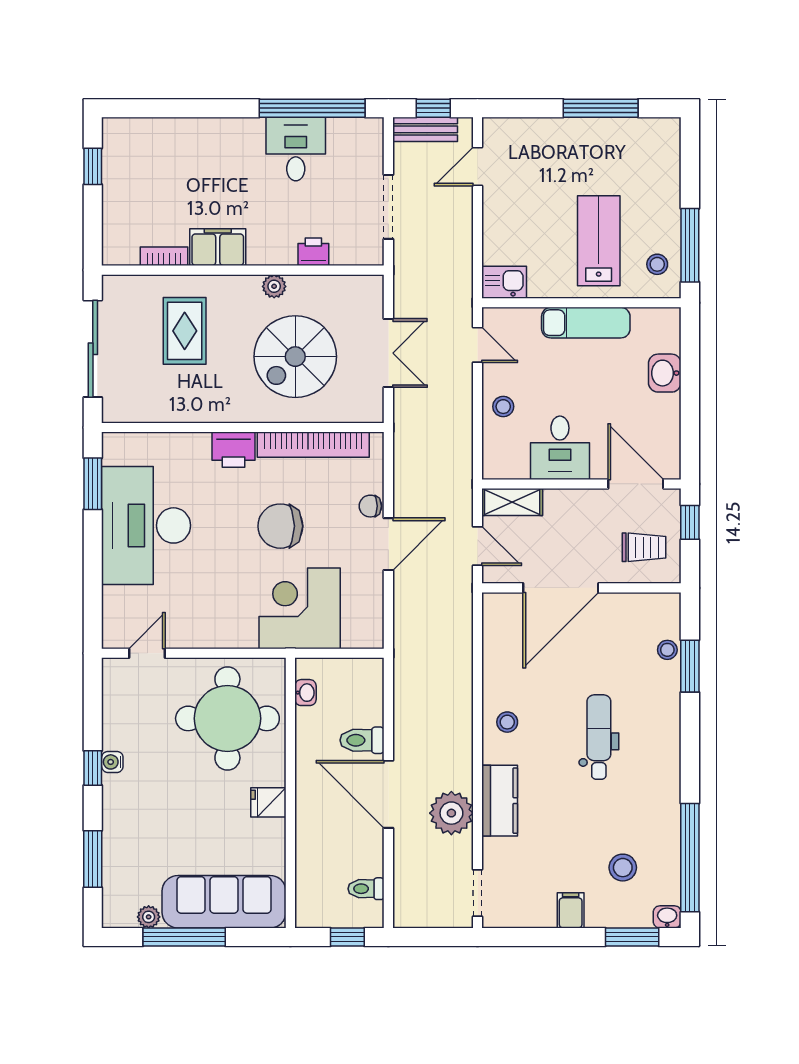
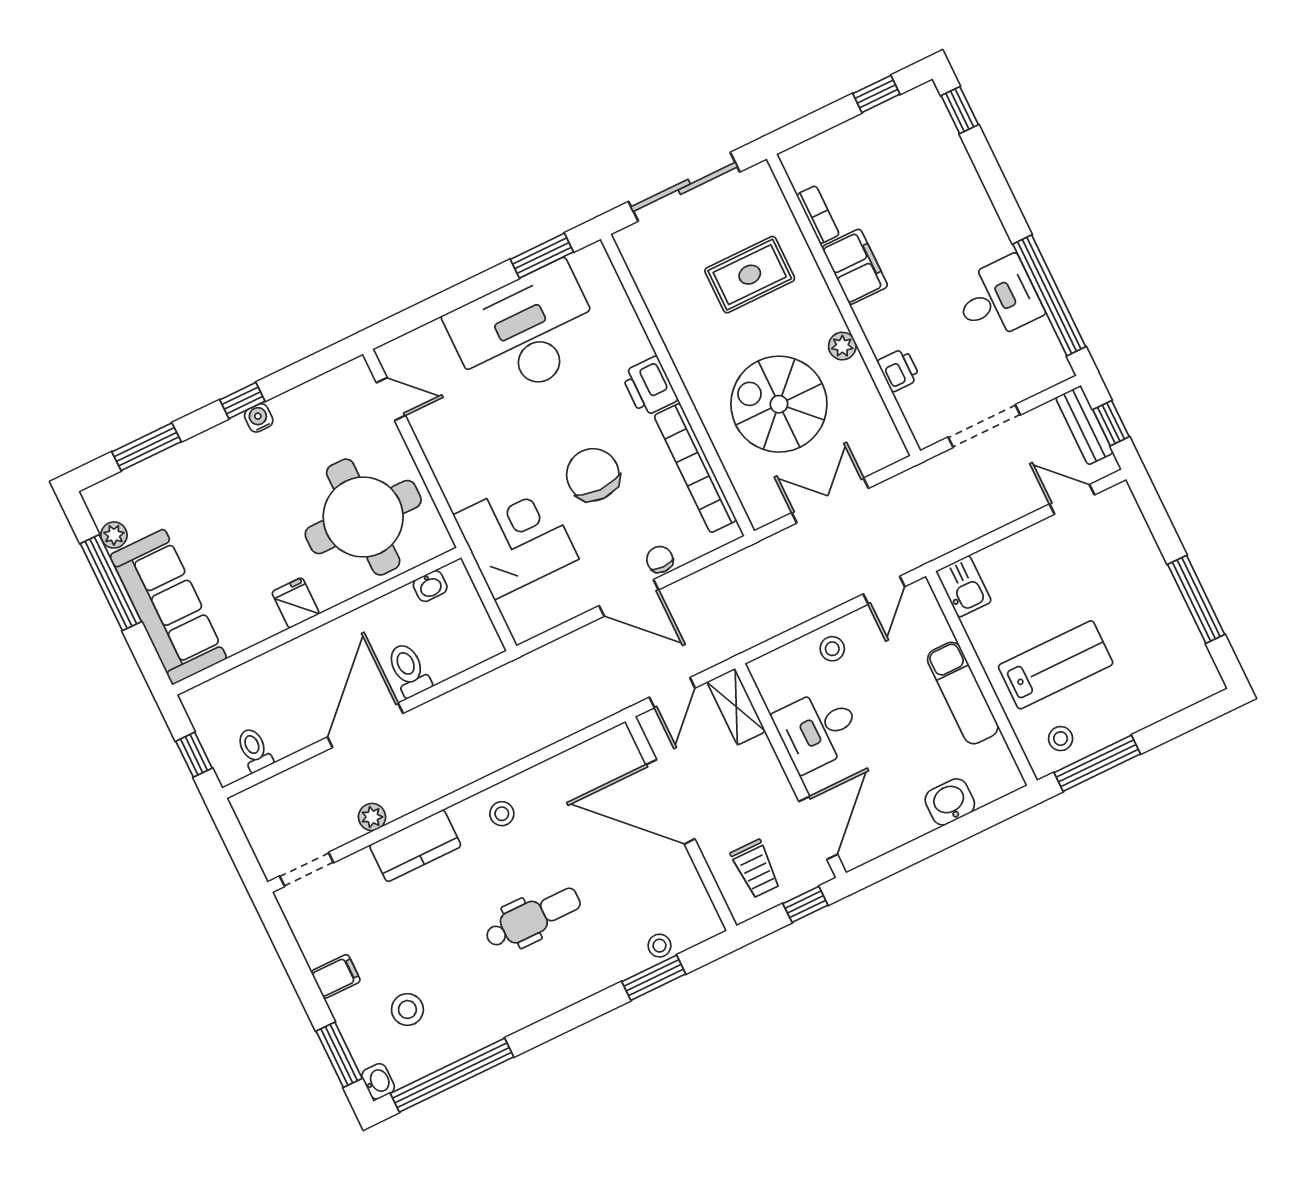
window: (136, 108) -> (960, 110), added
double door: (388, 353) -> (830, 501), swing flipped
plant: (451, 813) -> (372, 817), width x0.53, depth x0.53

